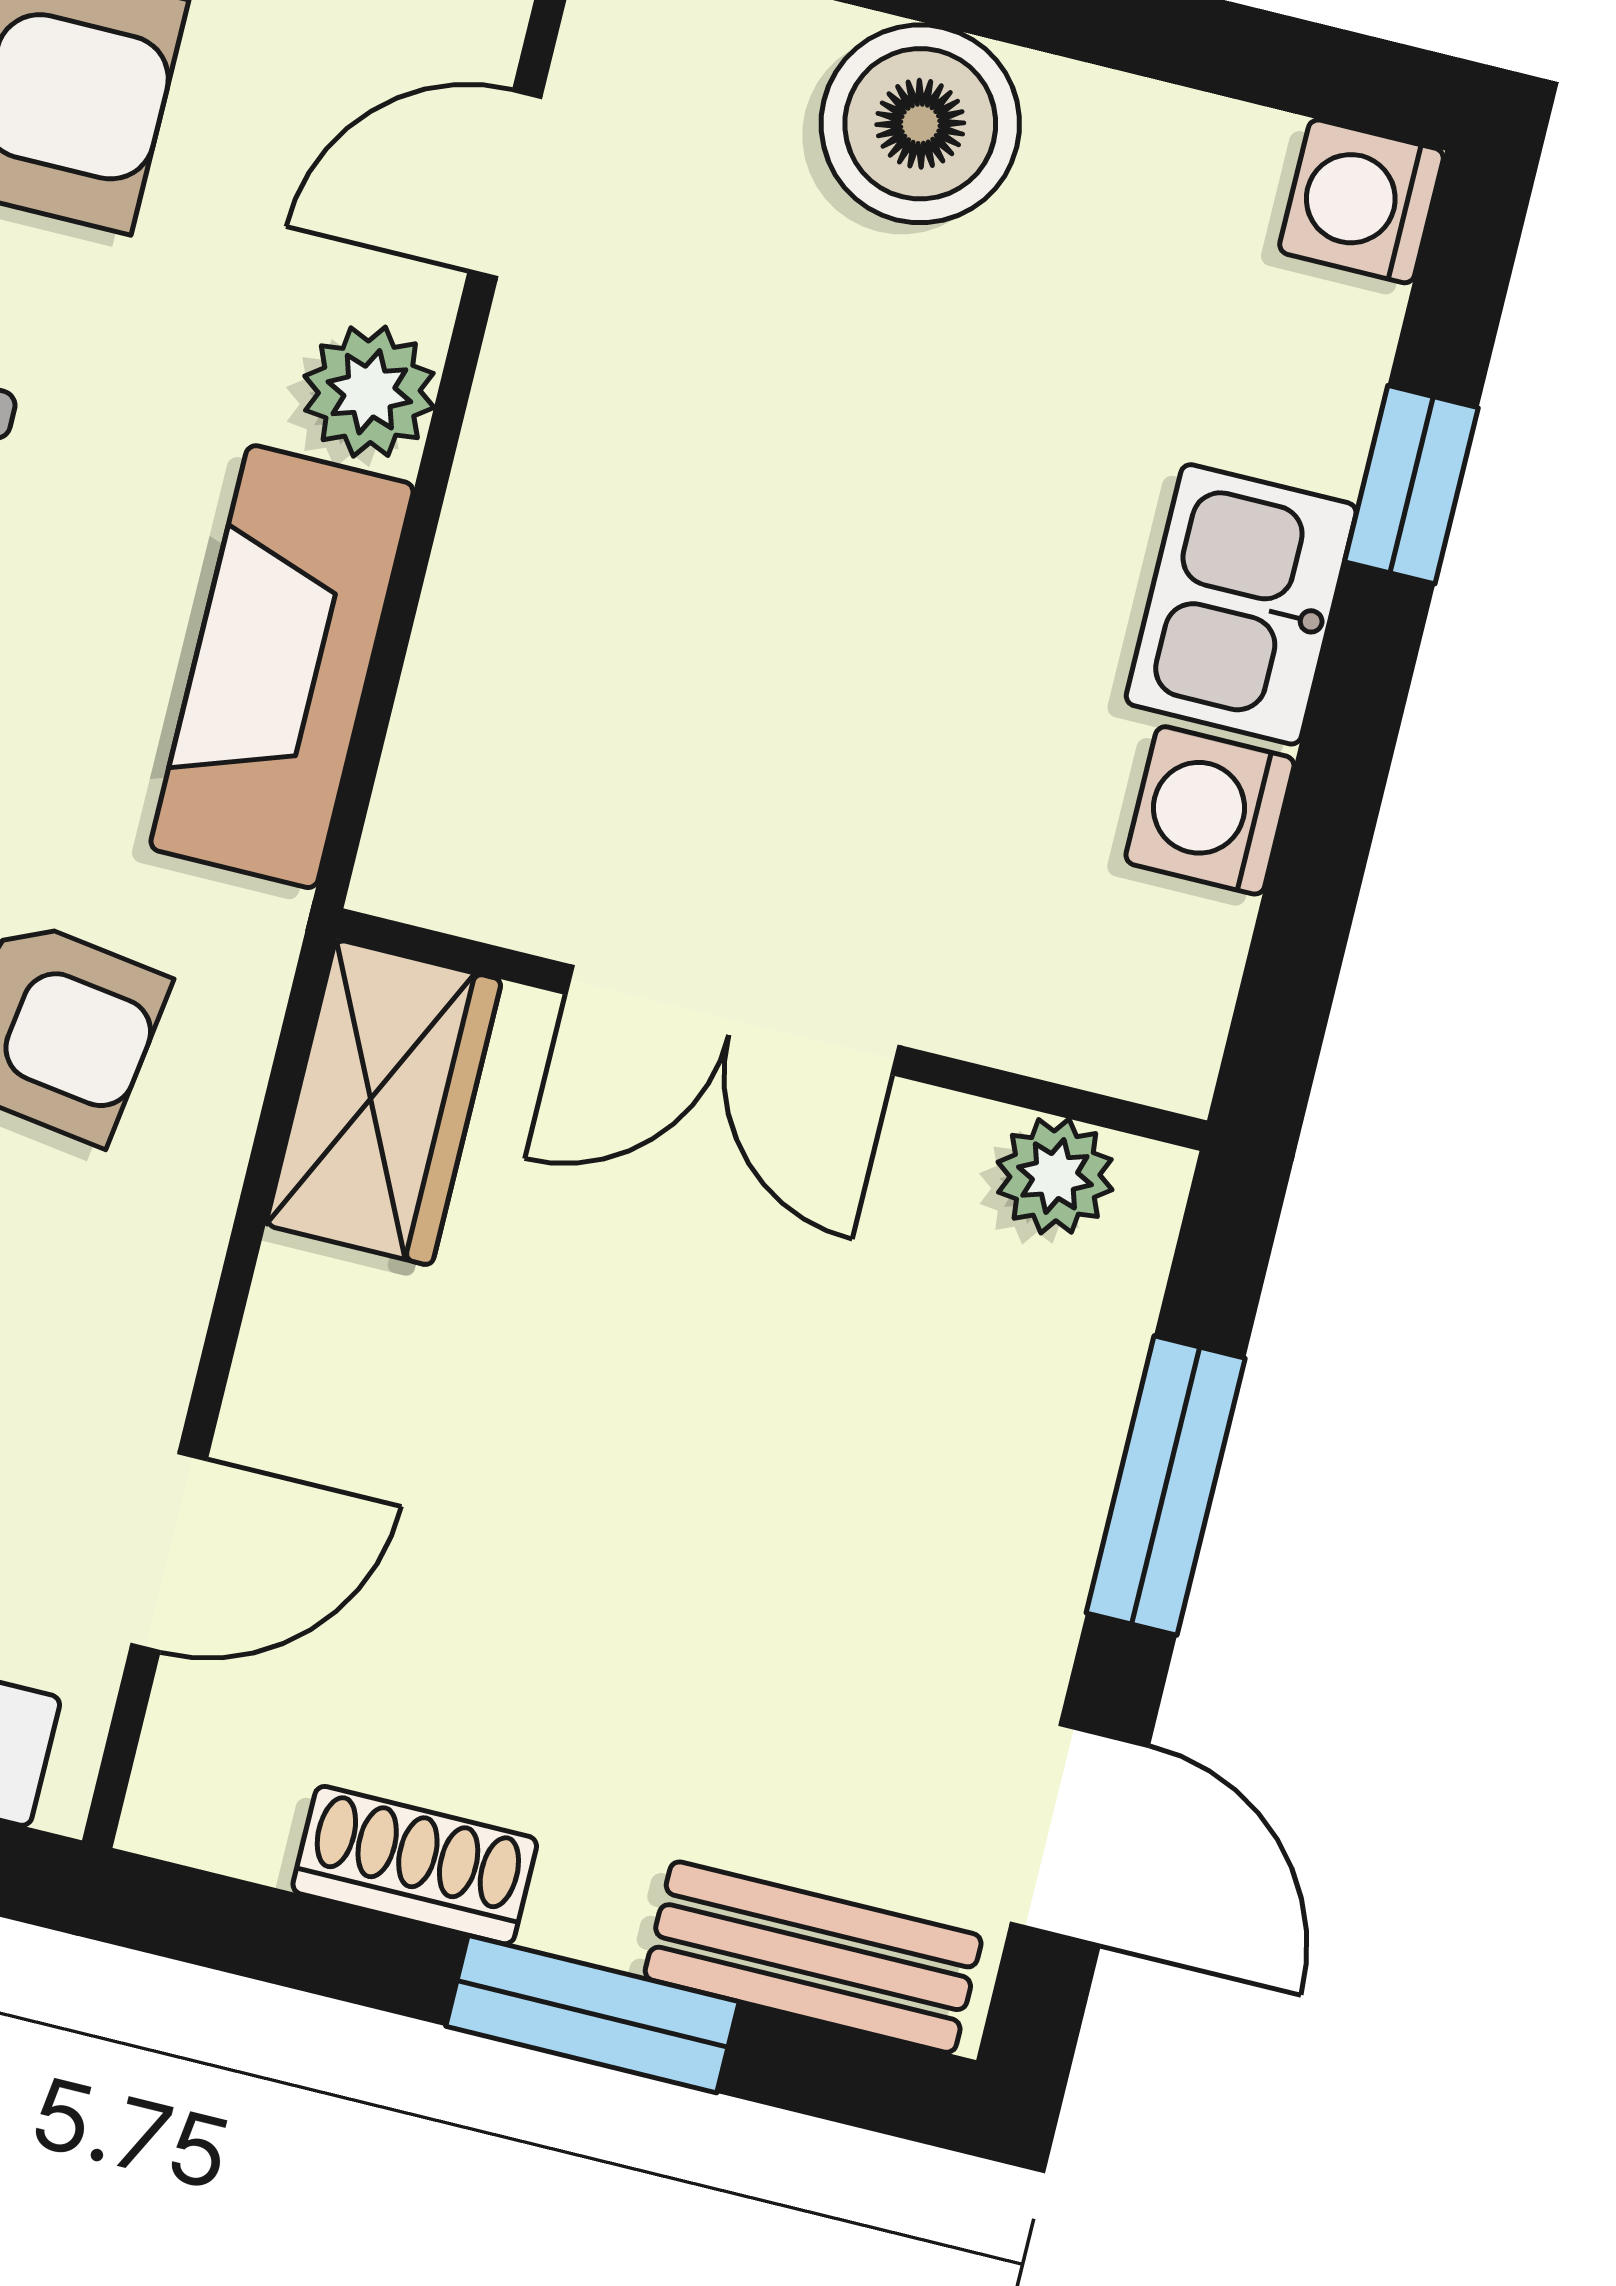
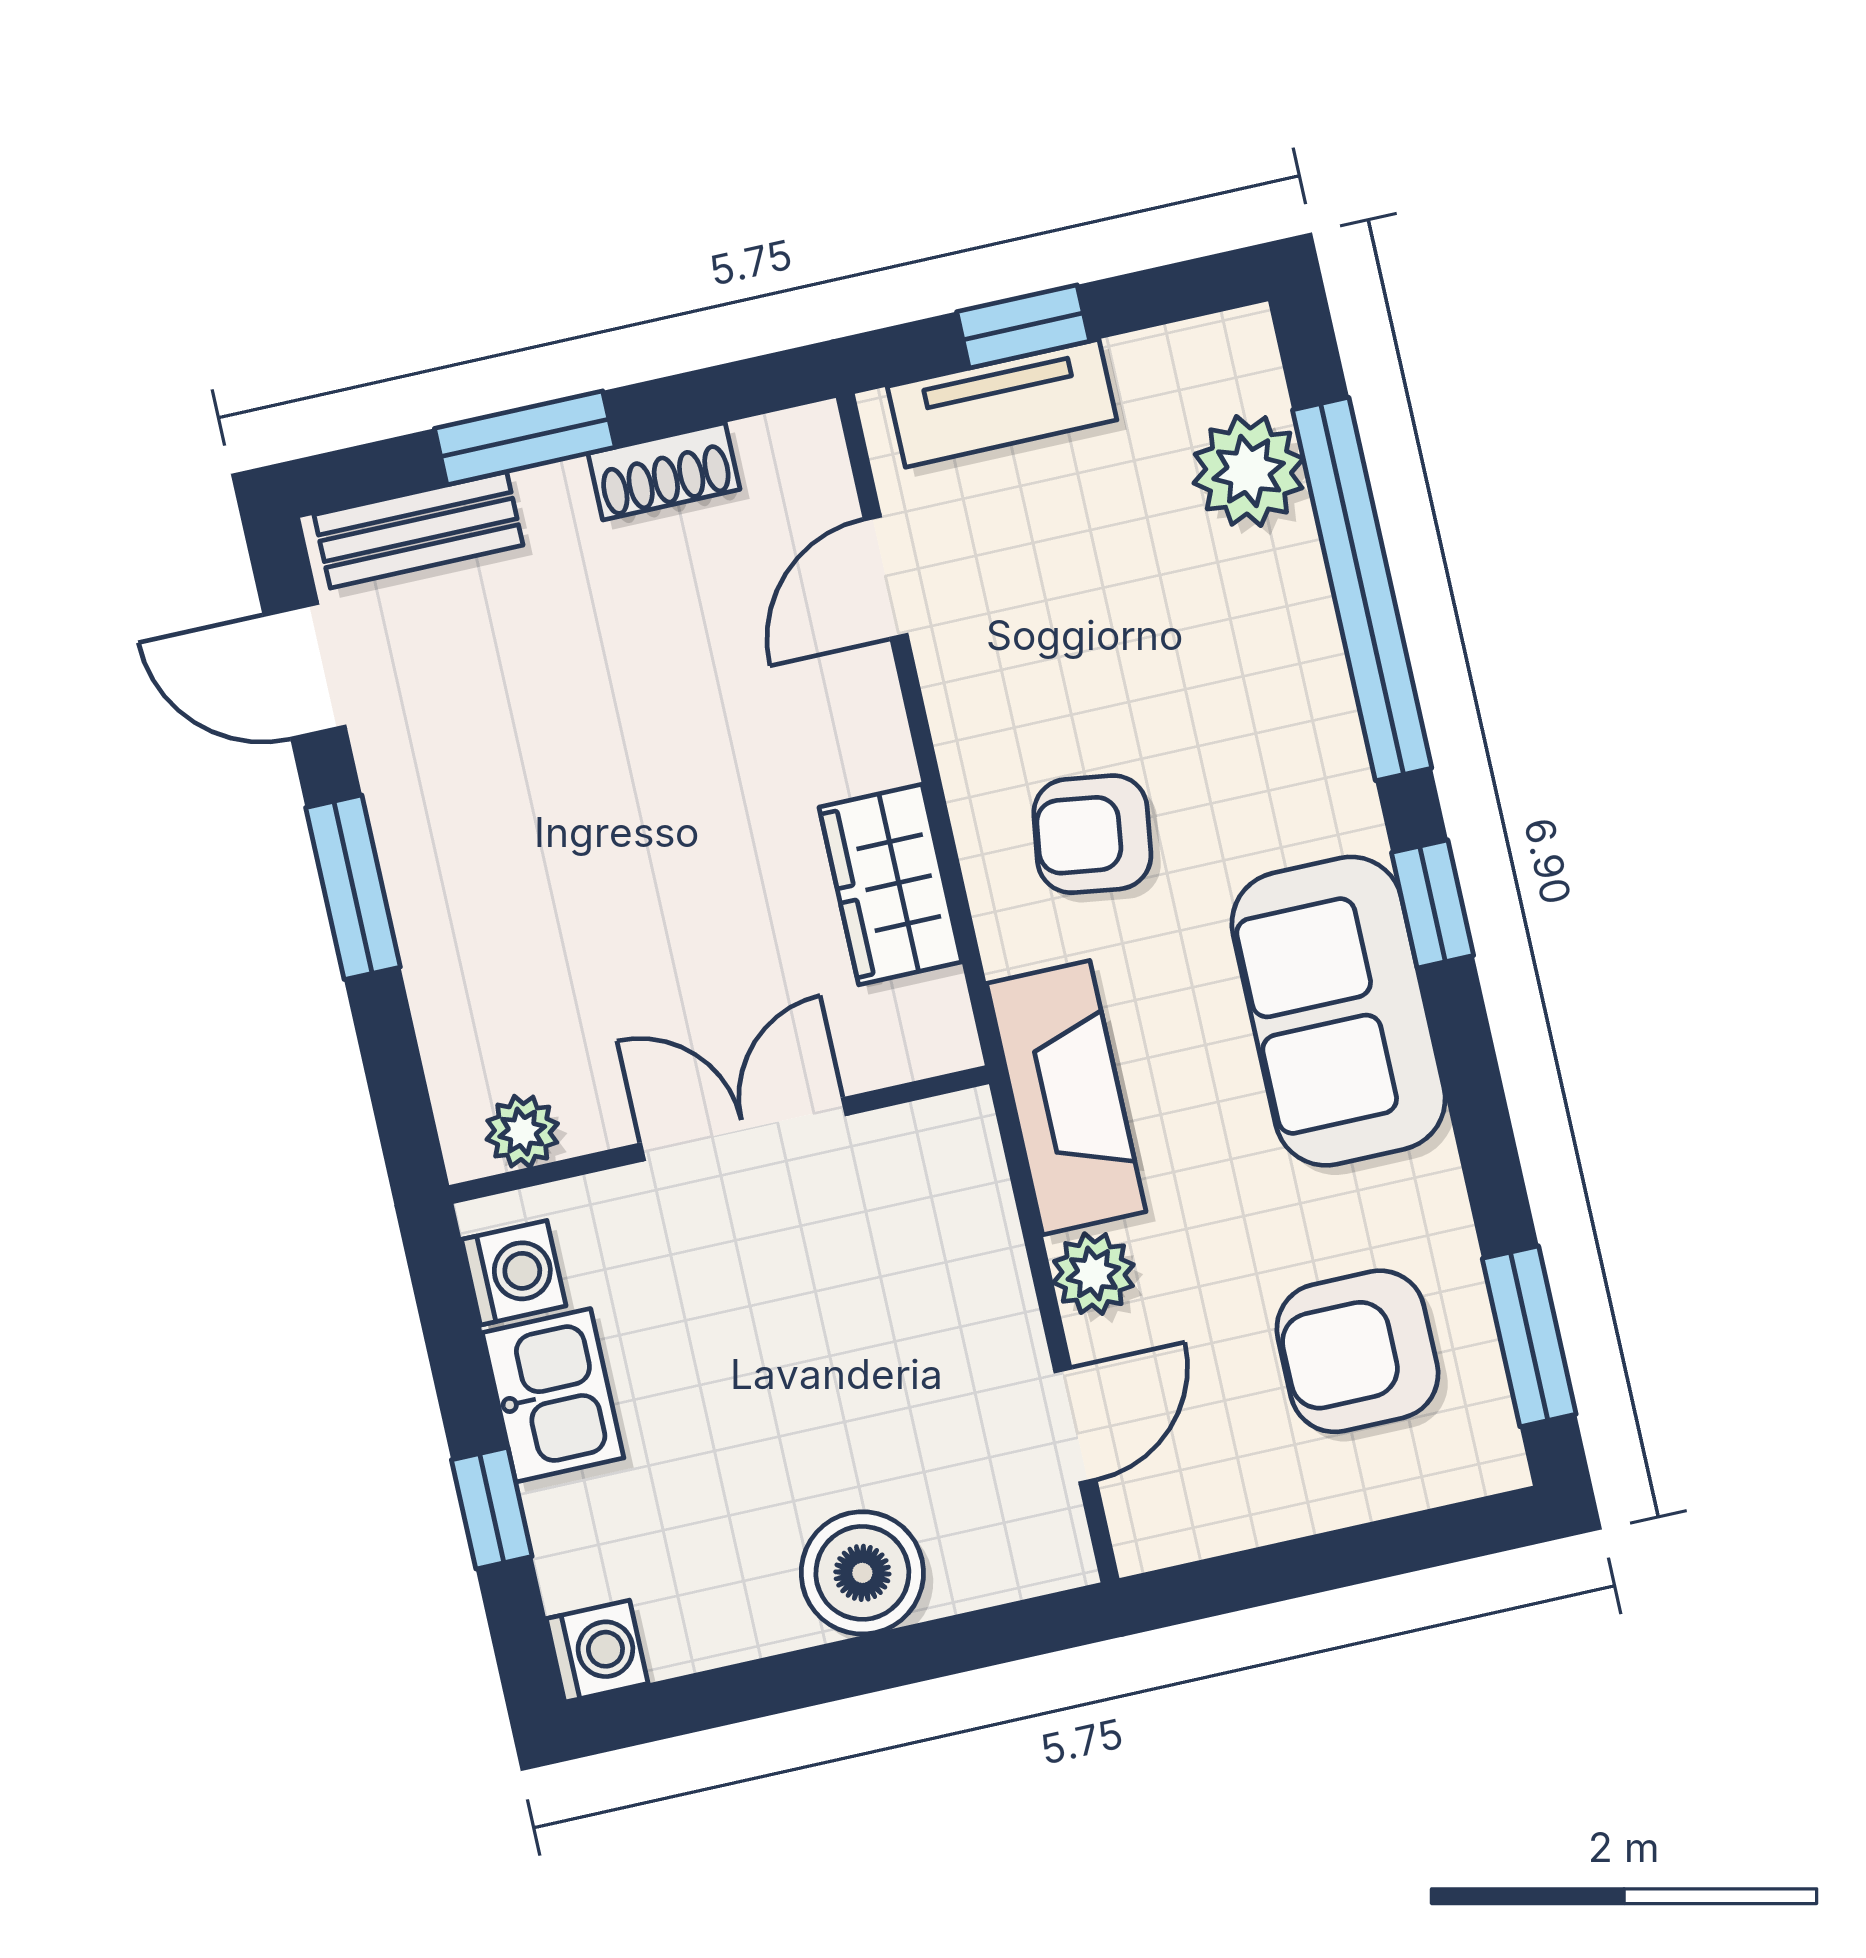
double door: (732, 1020) -> (743, 1129), moved
wall: (771, 1030) -> (719, 1135), moved
plant: (1055, 1176) -> (522, 1132), moved

